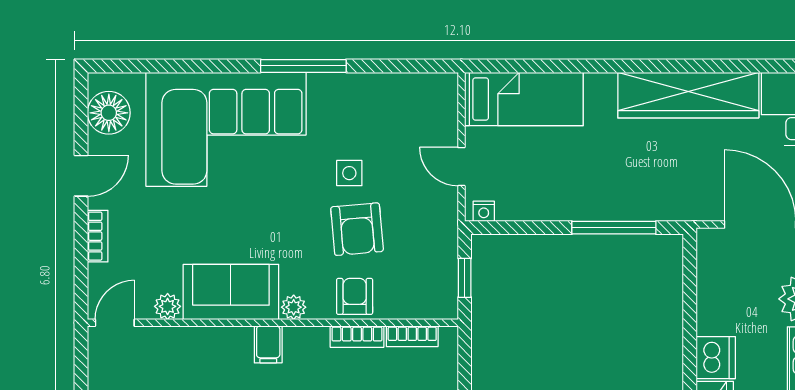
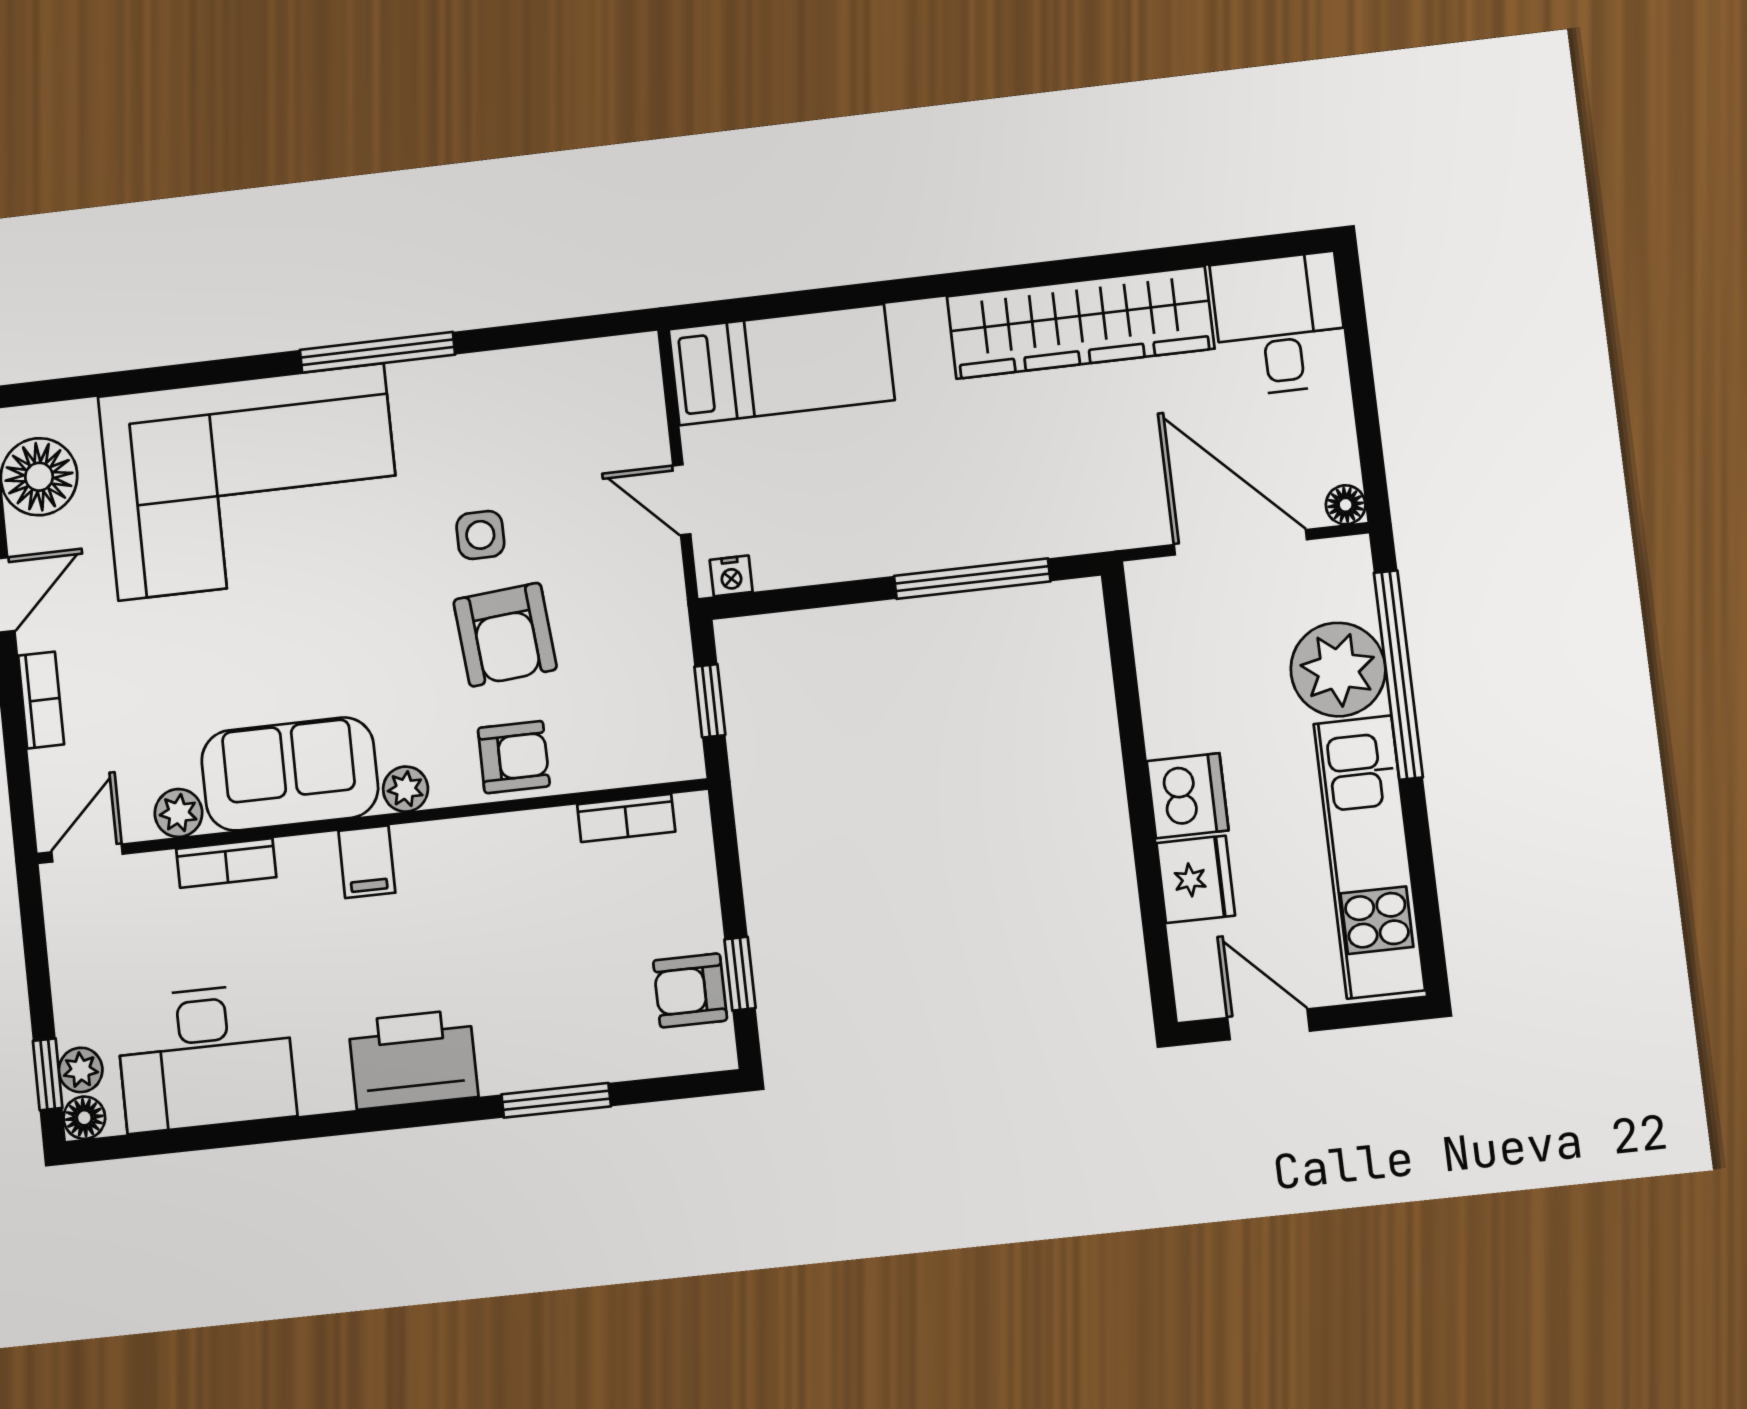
armchair: (355, 296) -> (514, 757), turned 90
bookcase: (357, 337) -> (226, 863), moved

